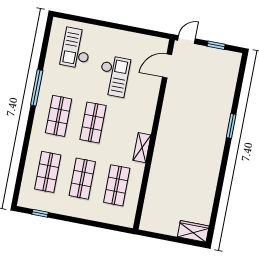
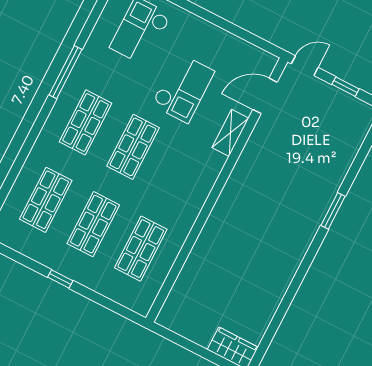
shelving: (142, 148) -> (230, 133), moved
window: (40, 213) -> (60, 279), moved

